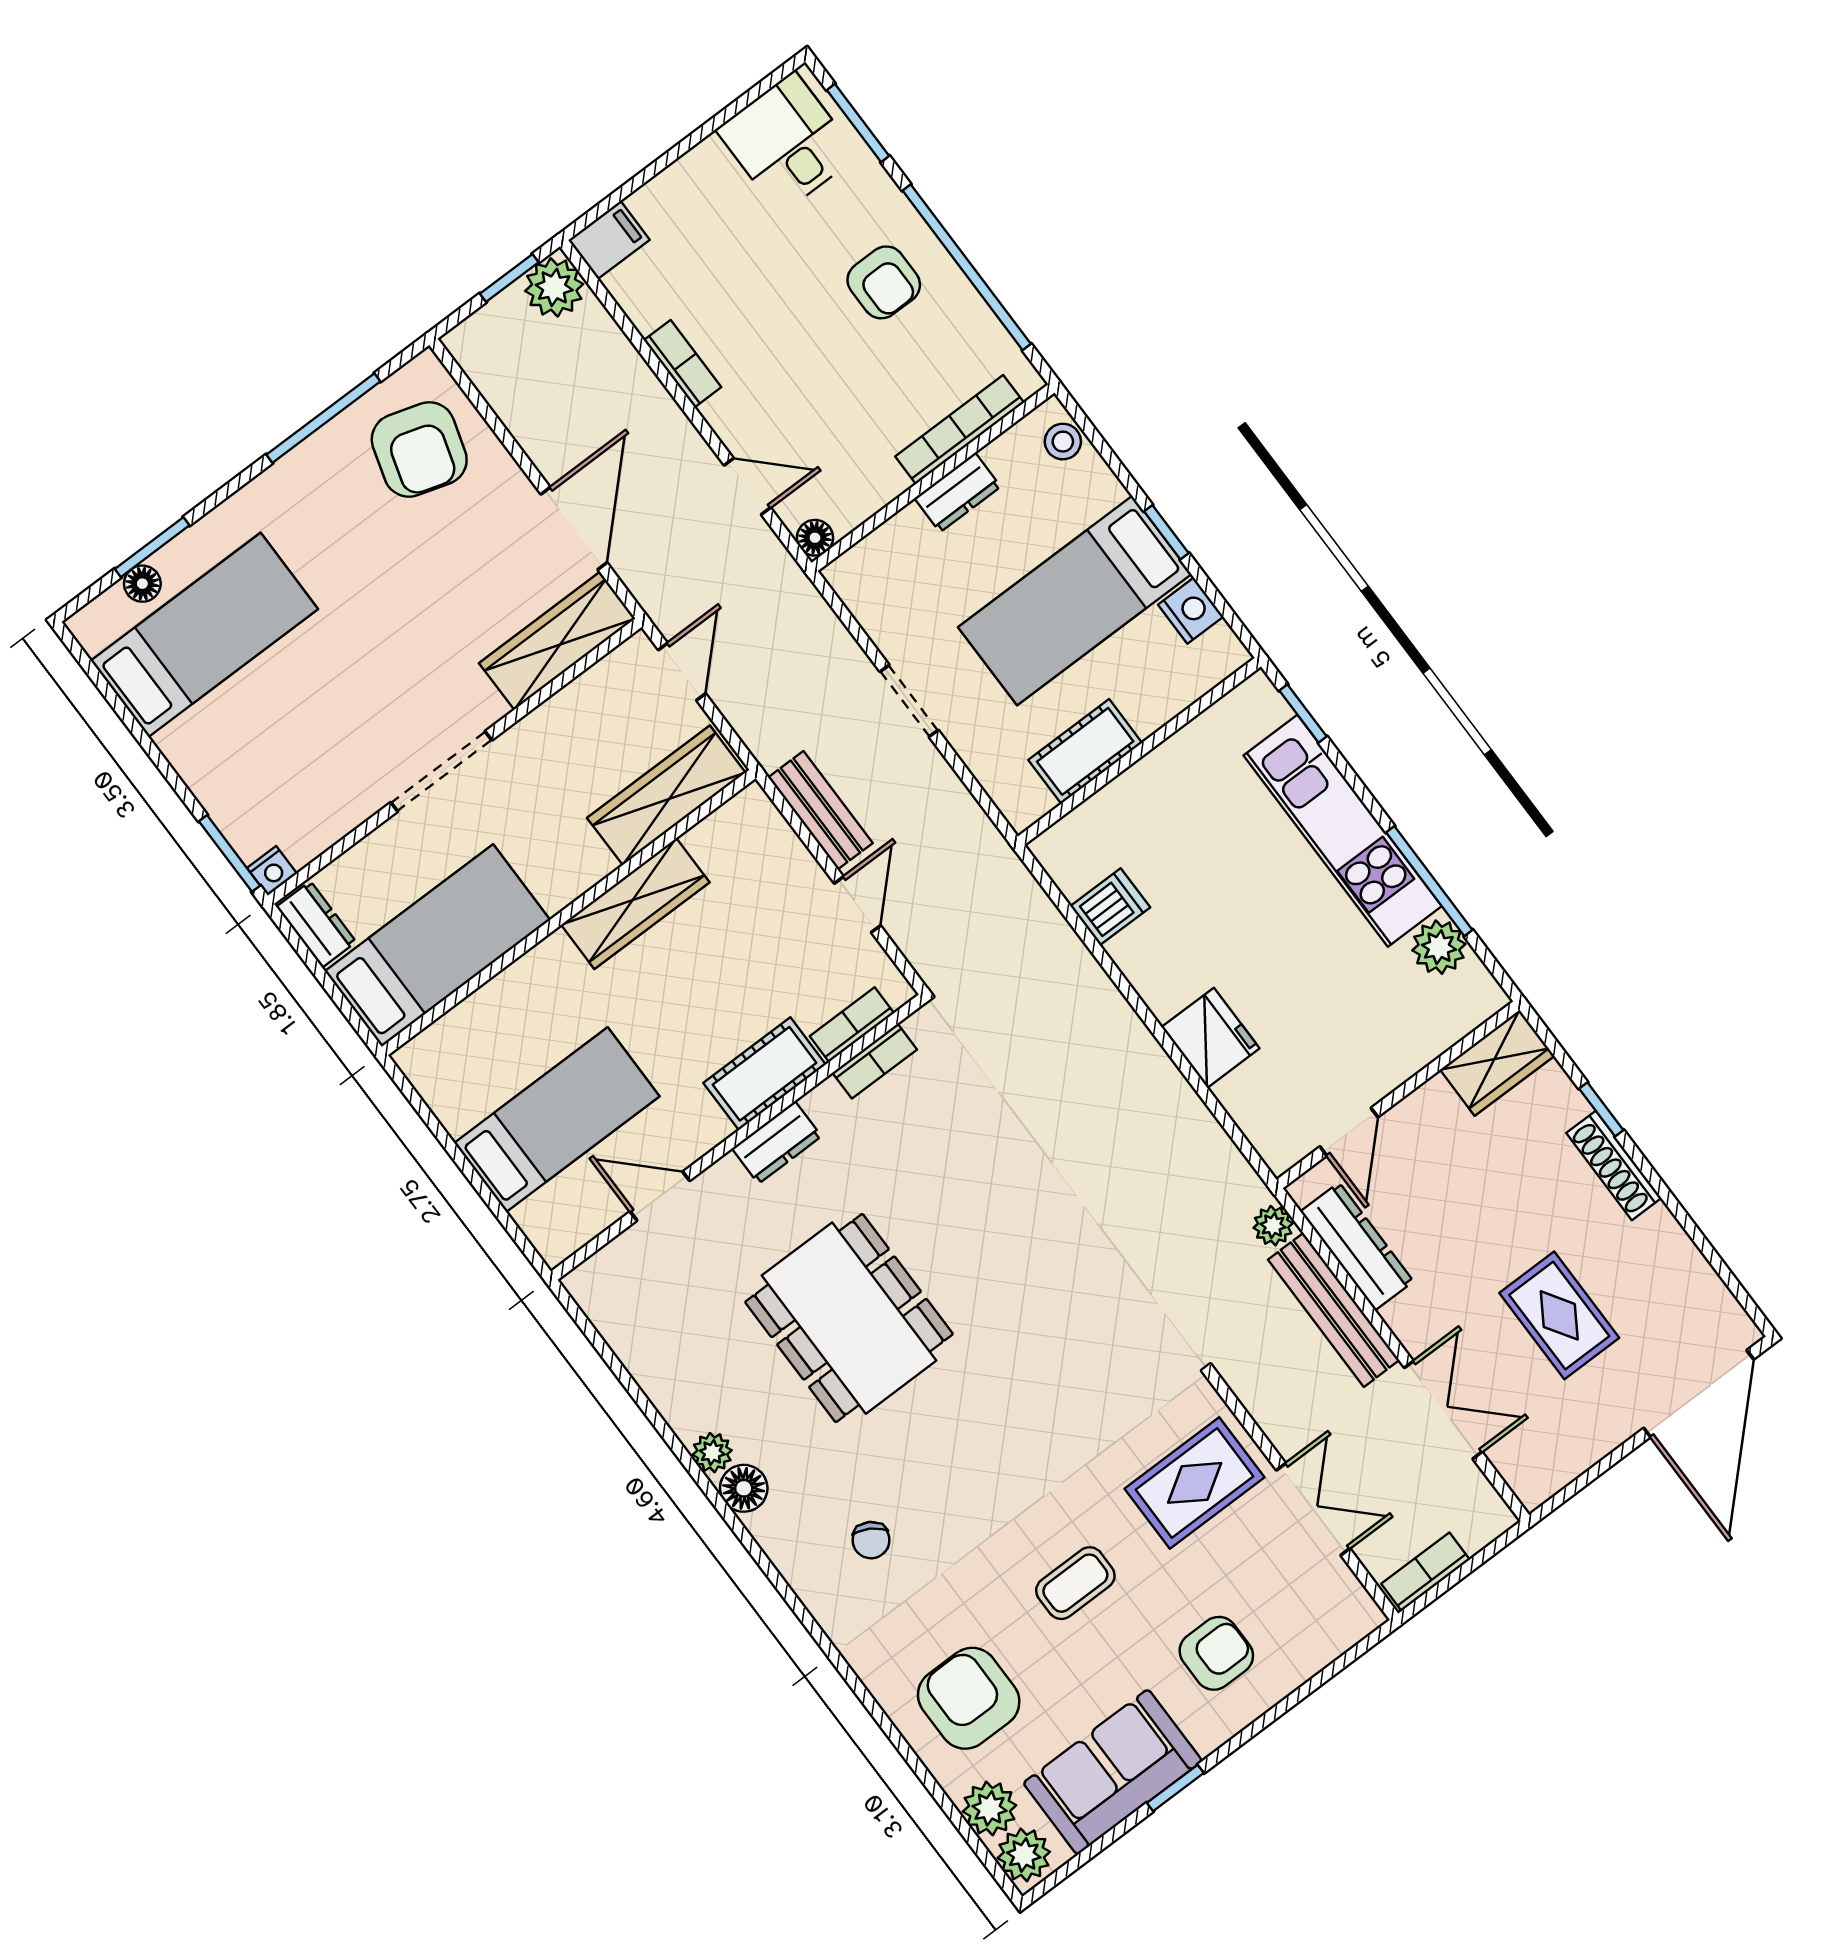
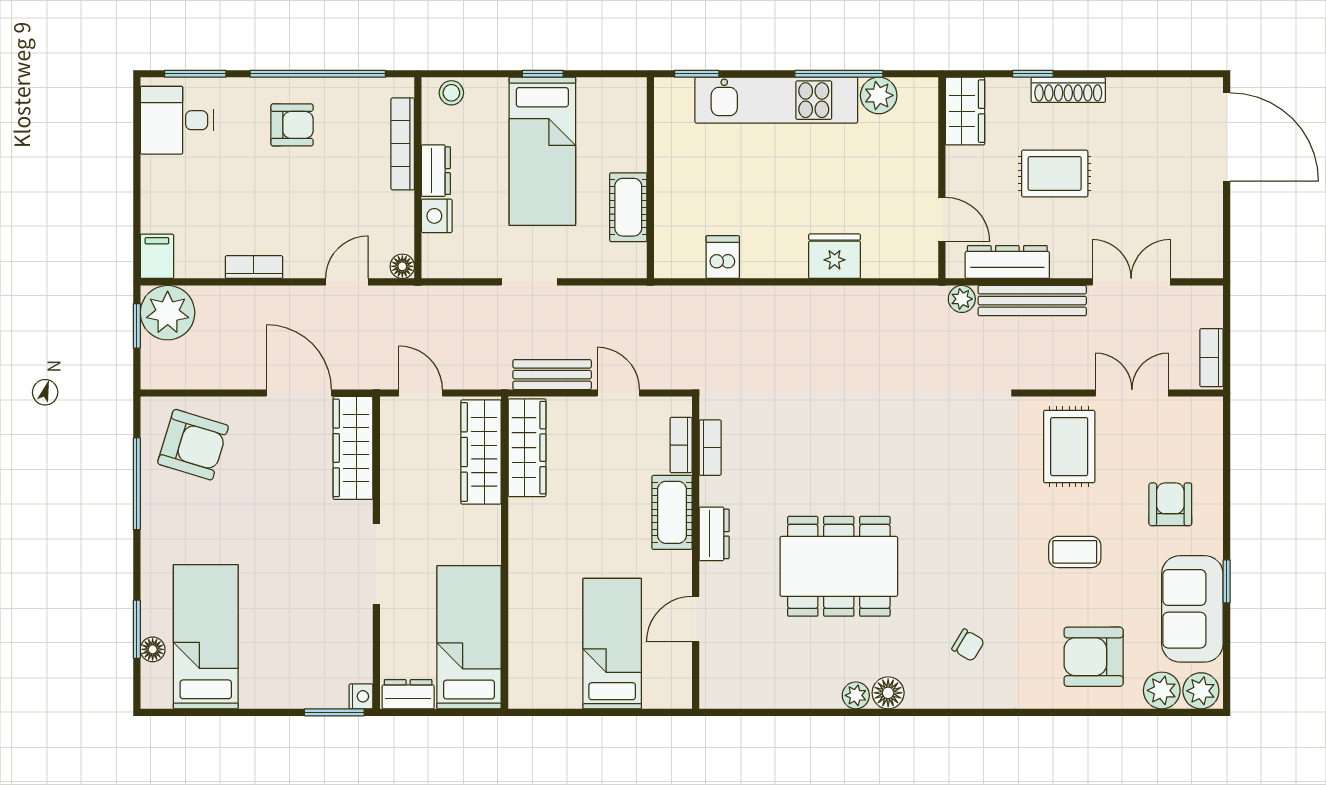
plant: (554, 287) -> (168, 313), width x1.36, depth x1.36
nightstand: (1191, 611) -> (437, 216), moved, turned -90
wardrobe: (635, 904) -> (527, 448), moved
rug: (1559, 1315) -> (1055, 173), moved
coffee table: (1075, 1583) -> (1075, 552), turned 90

